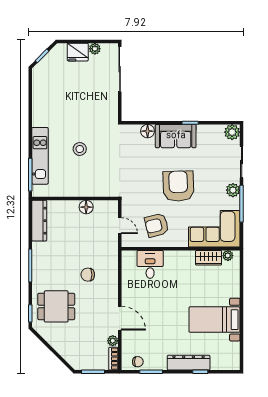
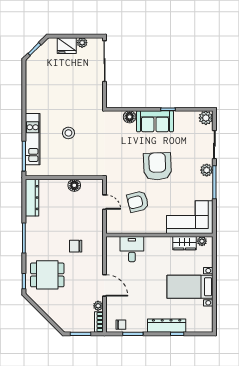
corner sofa: (214, 229) -> (190, 217), moved
wall: (181, 249) -> (159, 235), moved
plant: (228, 256) -> (202, 241), moved
wardrobe: (209, 258) -> (185, 243), moved
desk: (150, 264) -> (132, 249), moved

